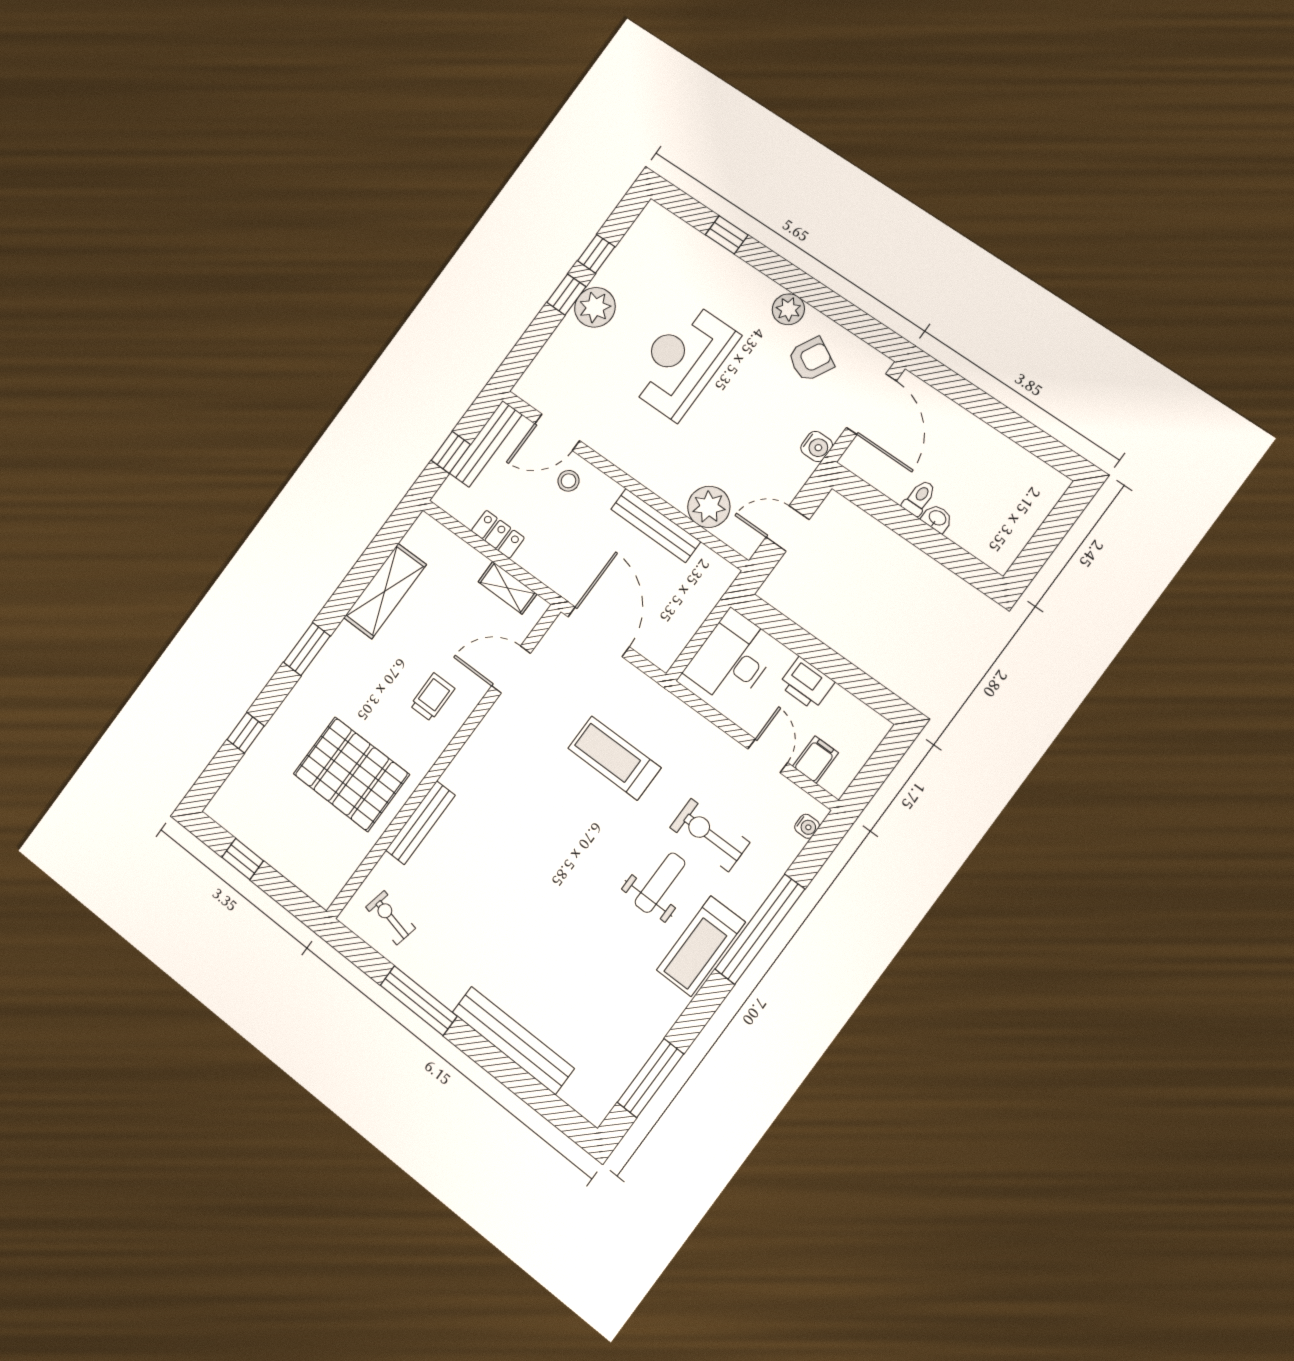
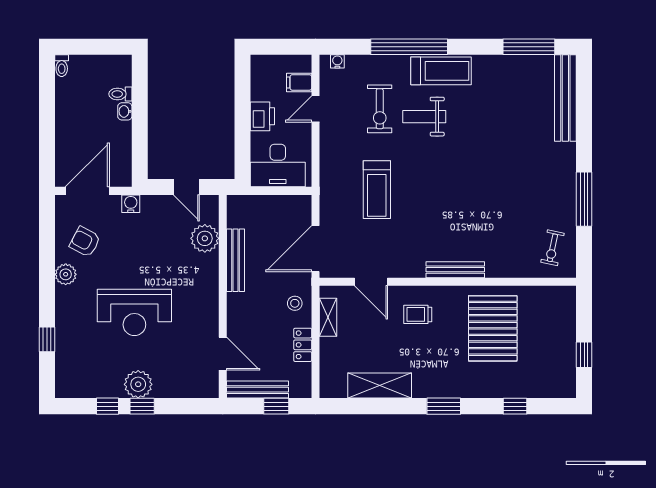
toilet: (1053, 480) -> (62, 66), added
stool: (568, 481) -> (295, 303), moved
toilet: (919, 498) -> (120, 94), moved
bench: (420, 823) -> (455, 270), moved
bench: (513, 1040) -> (565, 98), moved

